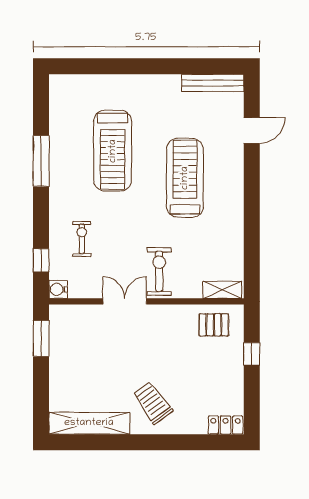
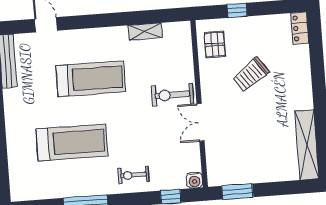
treadmill: (185, 178) -> (91, 79), turned 180
exercise bike: (82, 239) -> (133, 175), moved
shelving: (223, 290) -> (145, 31), moved, turned 90
trolley: (153, 403) -> (251, 75), moved

